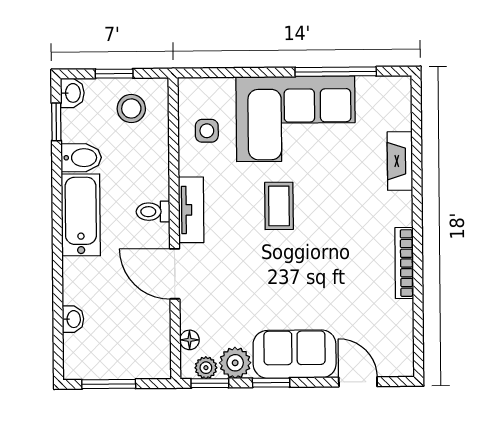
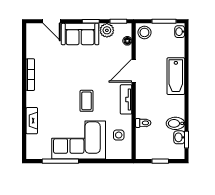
washbasin: (72, 93) -> (179, 137), moved
stool: (131, 108) -> (144, 32), moved
toilet: (153, 212) -> (143, 123), moved
bathtub: (81, 215) -> (176, 76), moved
door: (175, 274) -> (134, 71), swing flipped
washbasin: (73, 319) -> (180, 32), moved
plant: (206, 368) -> (120, 28), removed

